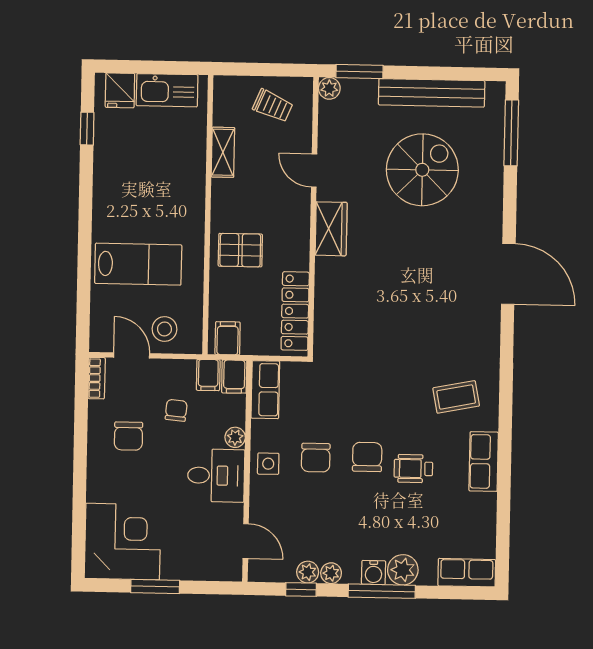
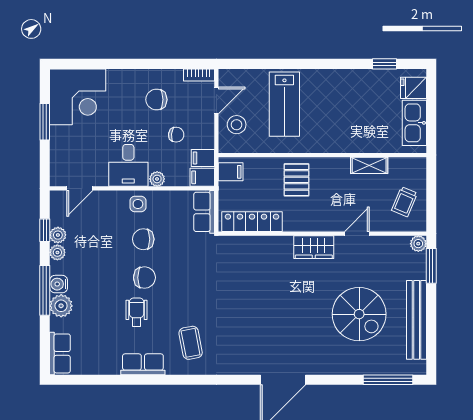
row of seats: (265, 390) -> (204, 212), moved, turned 90

